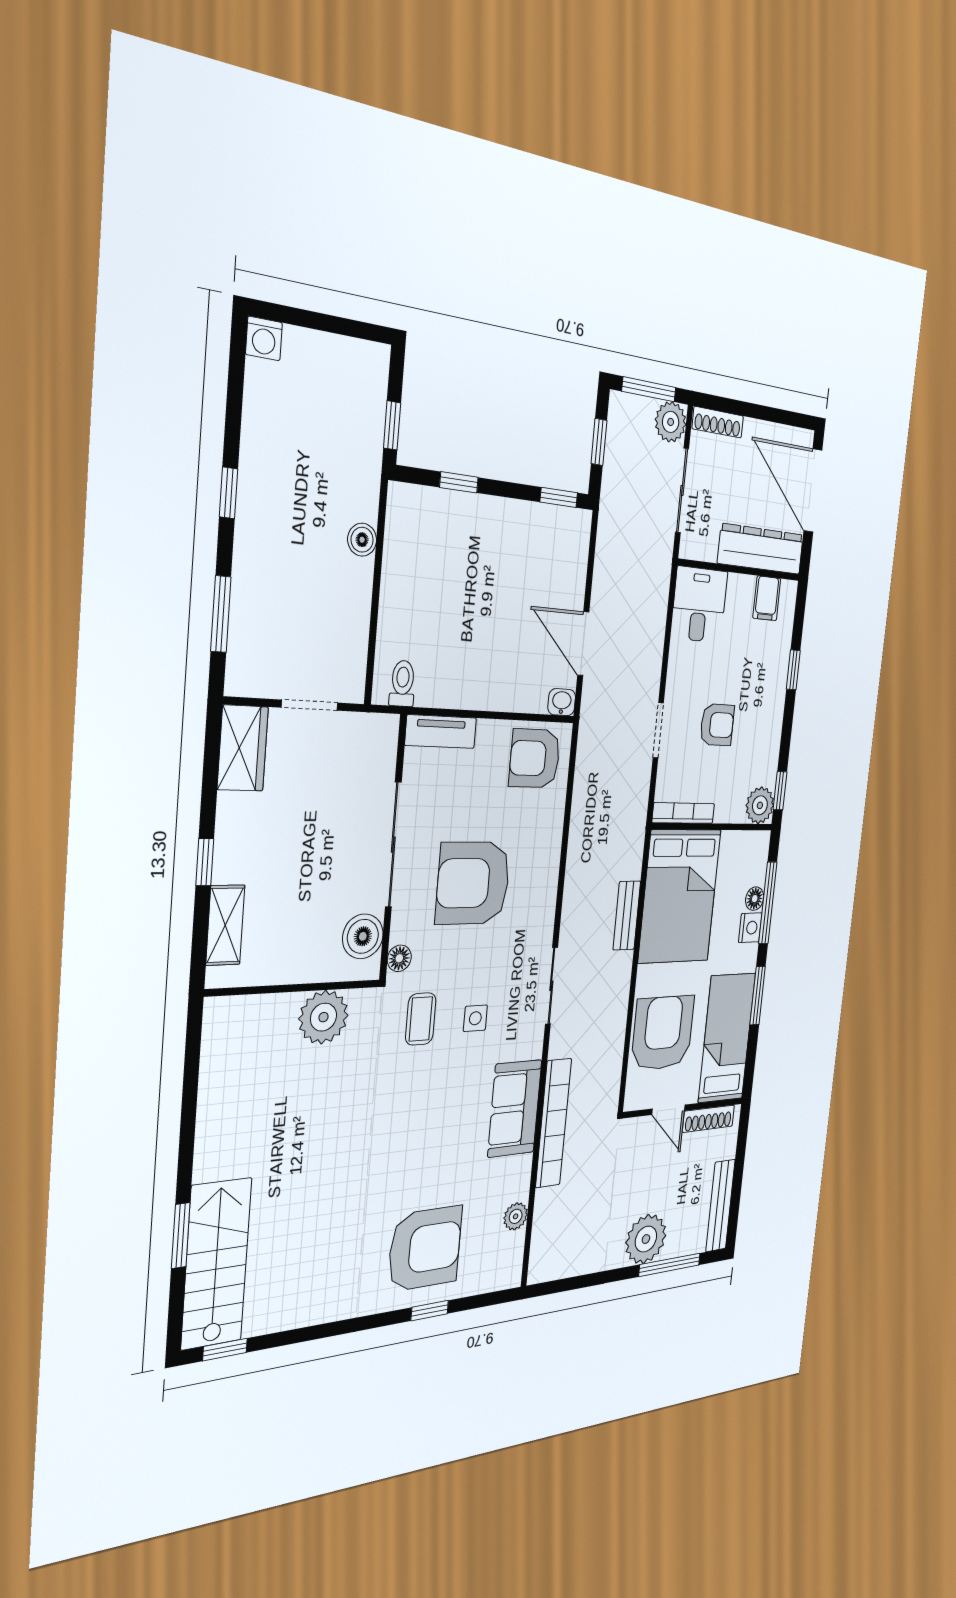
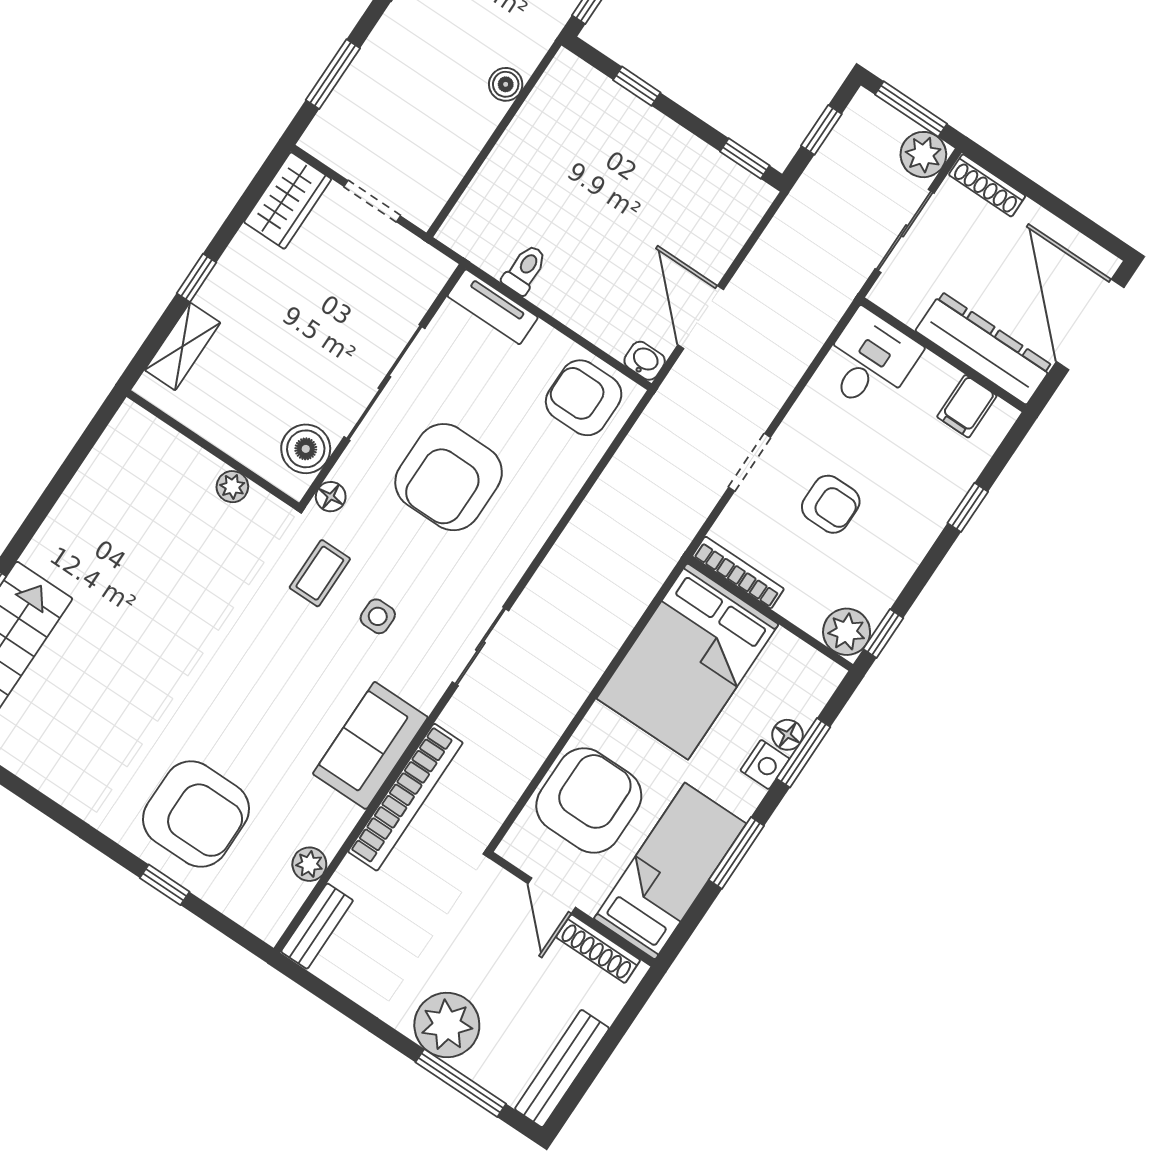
toilet: (403, 683) -> (525, 270), moved
armchair: (473, 883) -> (449, 477), turned -90
window: (768, 903) -> (803, 753), width x0.69
bench: (627, 916) -> (317, 926), moved
plant: (323, 1017) -> (232, 487), width x0.53, depth x0.53

